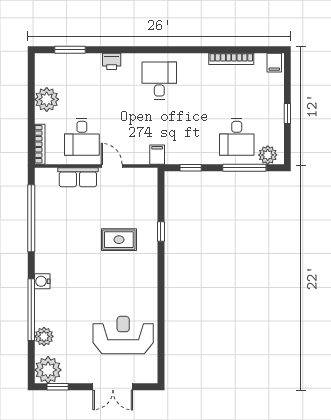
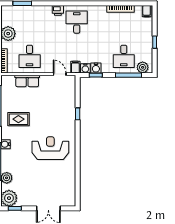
printer: (112, 61) -> (58, 10), moved
water cooler: (174, 156) -> (85, 68), added
water cooler: (191, 156) -> (96, 68), added
door: (112, 166) -> (60, 74), moved
rug: (119, 240) -> (18, 119), moved
reception desk: (123, 335) -> (50, 148), moved

